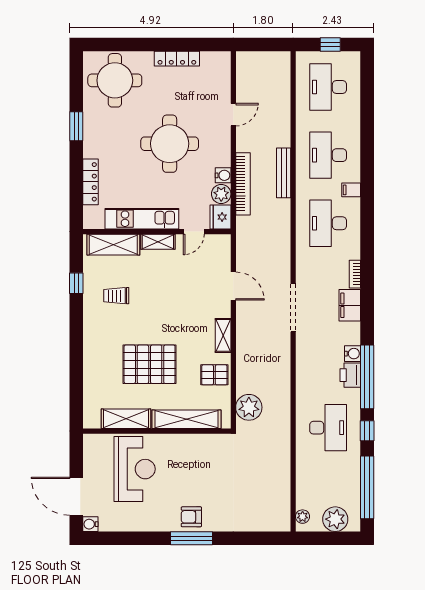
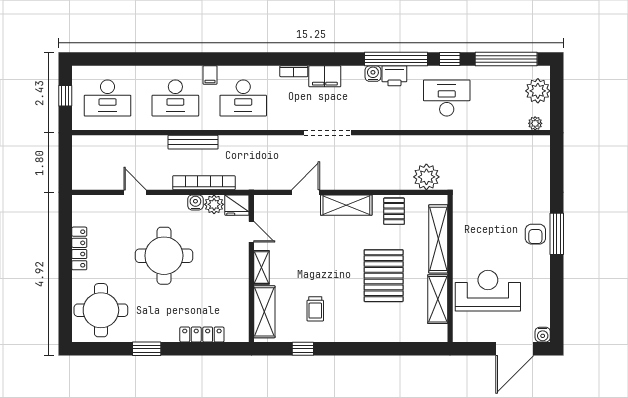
kitchen unit: (142, 219) -> (239, 283), removed
shelving: (223, 335) -> (346, 205), width x1.50, depth x1.33

